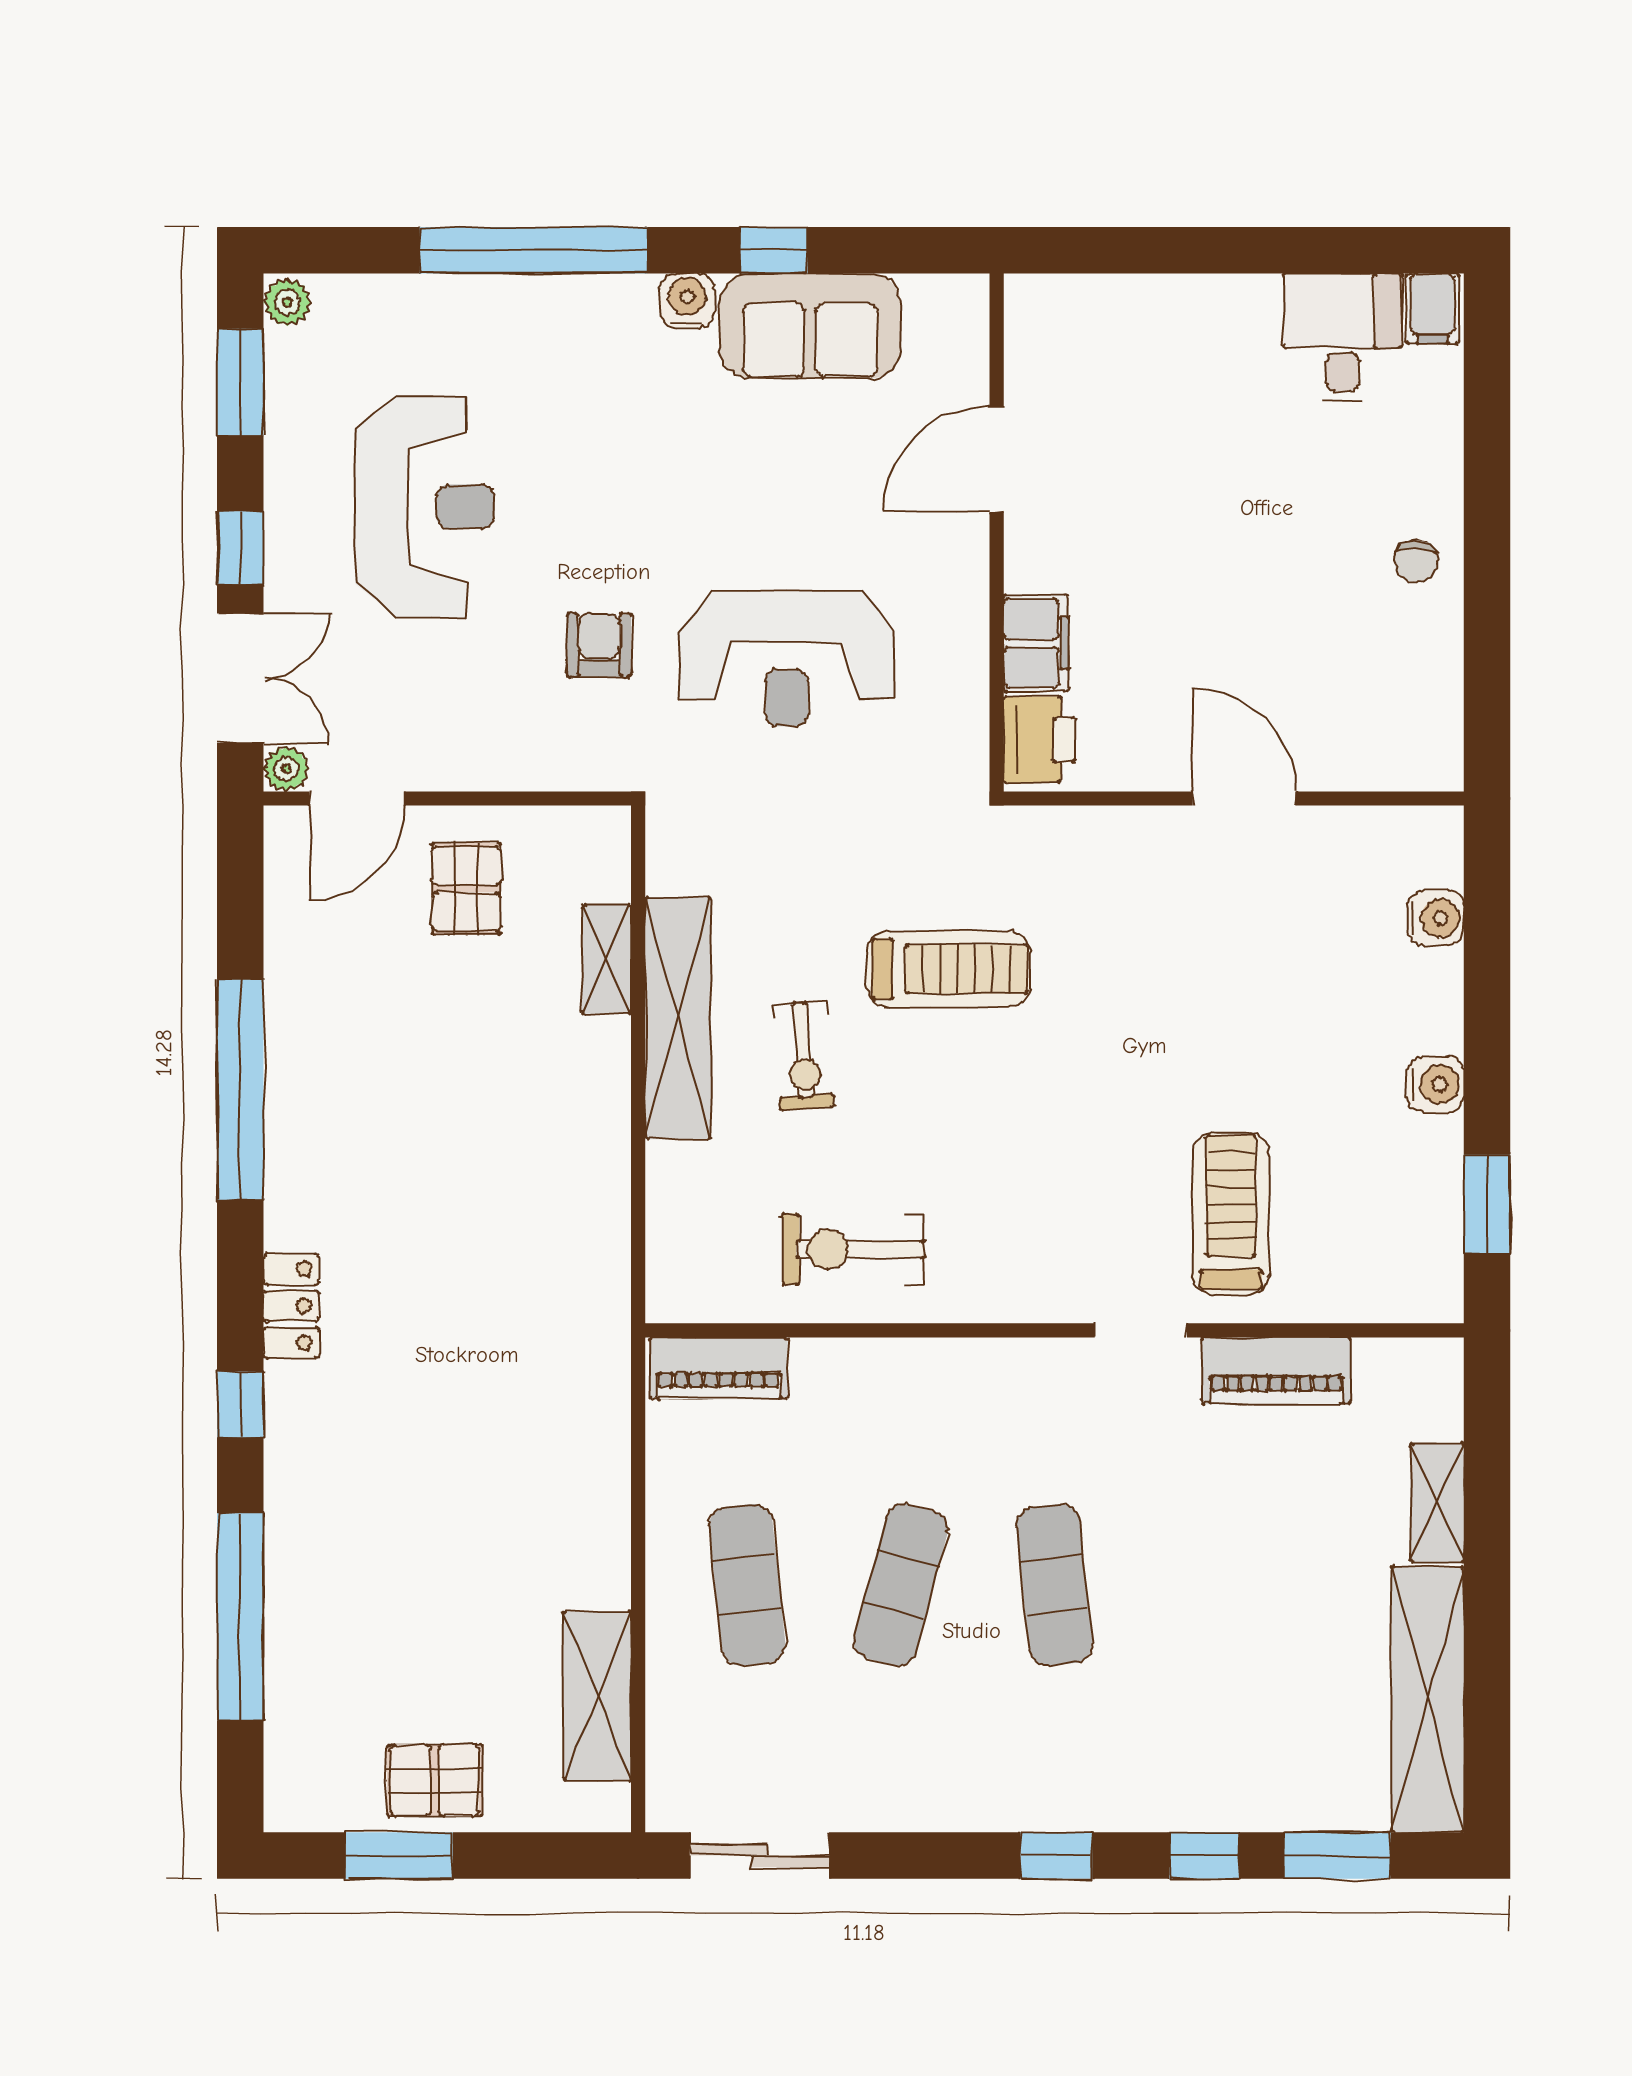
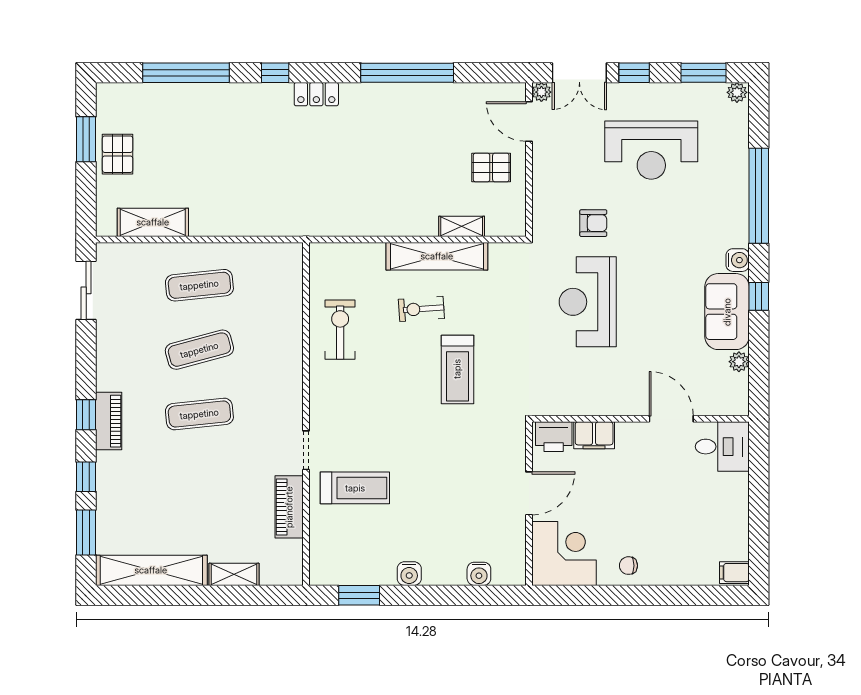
plant: (930, 298) -> (739, 362), added
desk: (1342, 337) -> (722, 447), moved
door: (997, 459) -> (671, 419), moved
wall: (997, 532) -> (640, 419), moved
filing cabinet: (1036, 643) -> (594, 435), moved
corner desk: (1387, 715) -> (564, 554), added
printer: (1039, 740) -> (554, 437), moved
piano: (719, 1368) -> (109, 421), moved, turned 180
exercise mat: (901, 1585) -> (199, 350), turned -30

